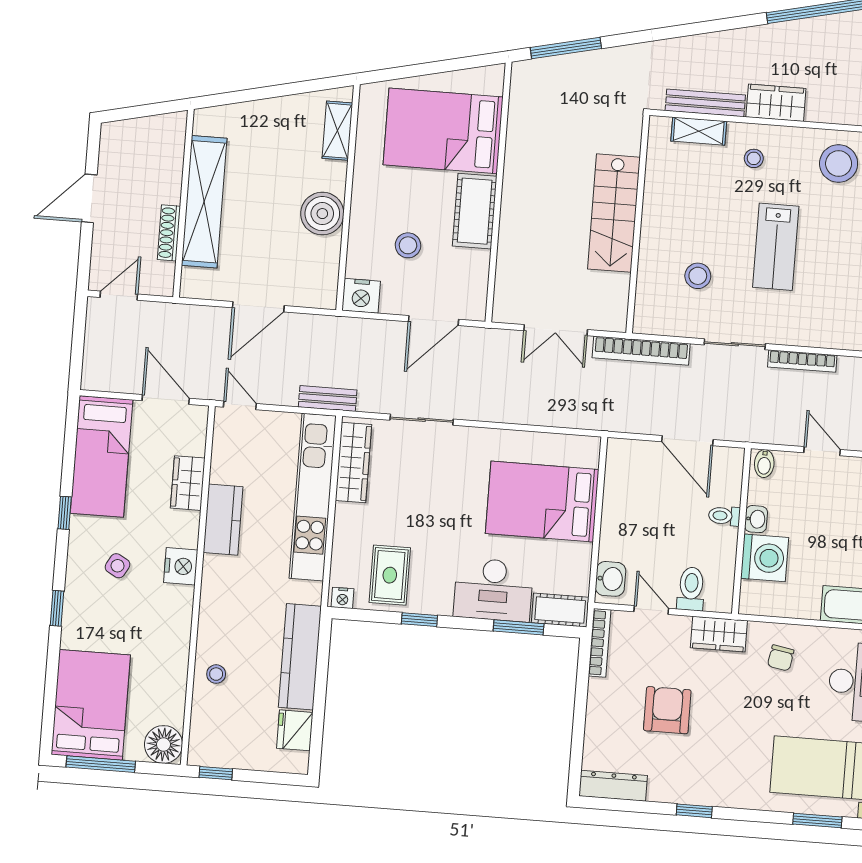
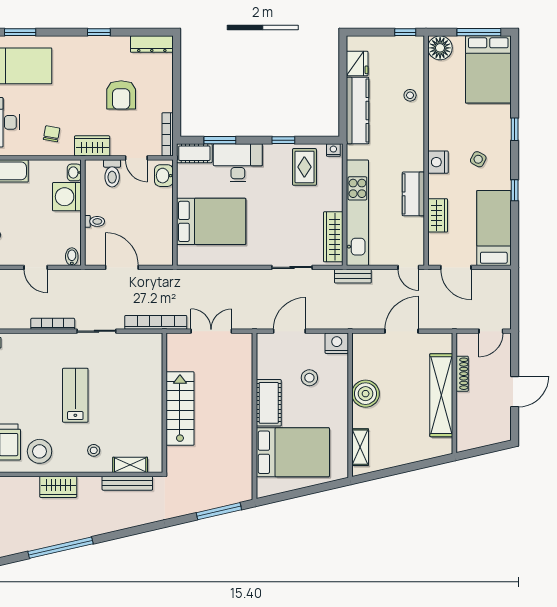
wardrobe: (776, 103) -> (58, 487), moved
stool: (698, 276) -> (123, 373), removed
washbasin: (756, 519) -> (74, 172), moved

